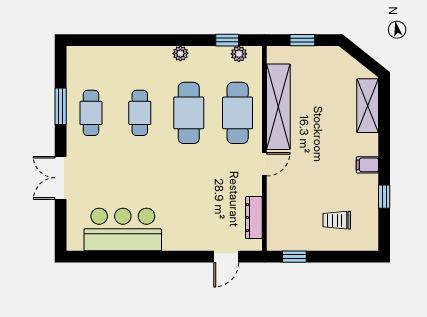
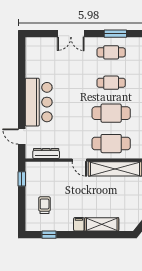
shelving: (368, 106) -> (102, 224), moved
double door: (61, 178) -> (71, 34), swing flipped
window: (384, 197) -> (49, 235), moved
bar counter: (123, 230) -> (39, 102), moved

